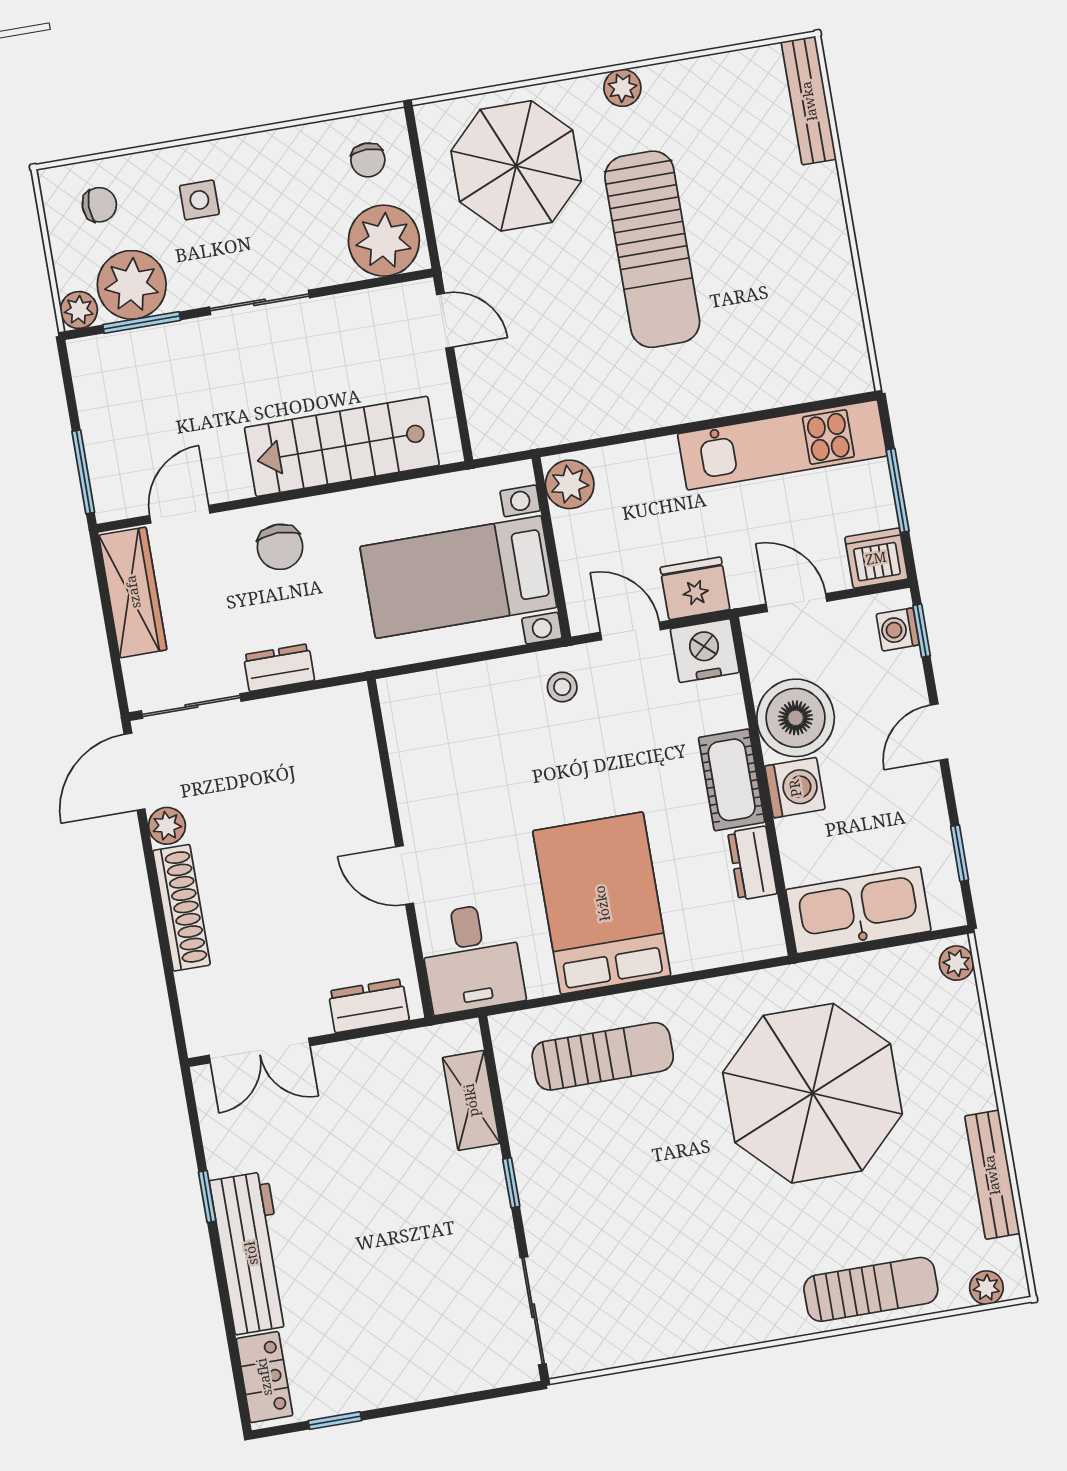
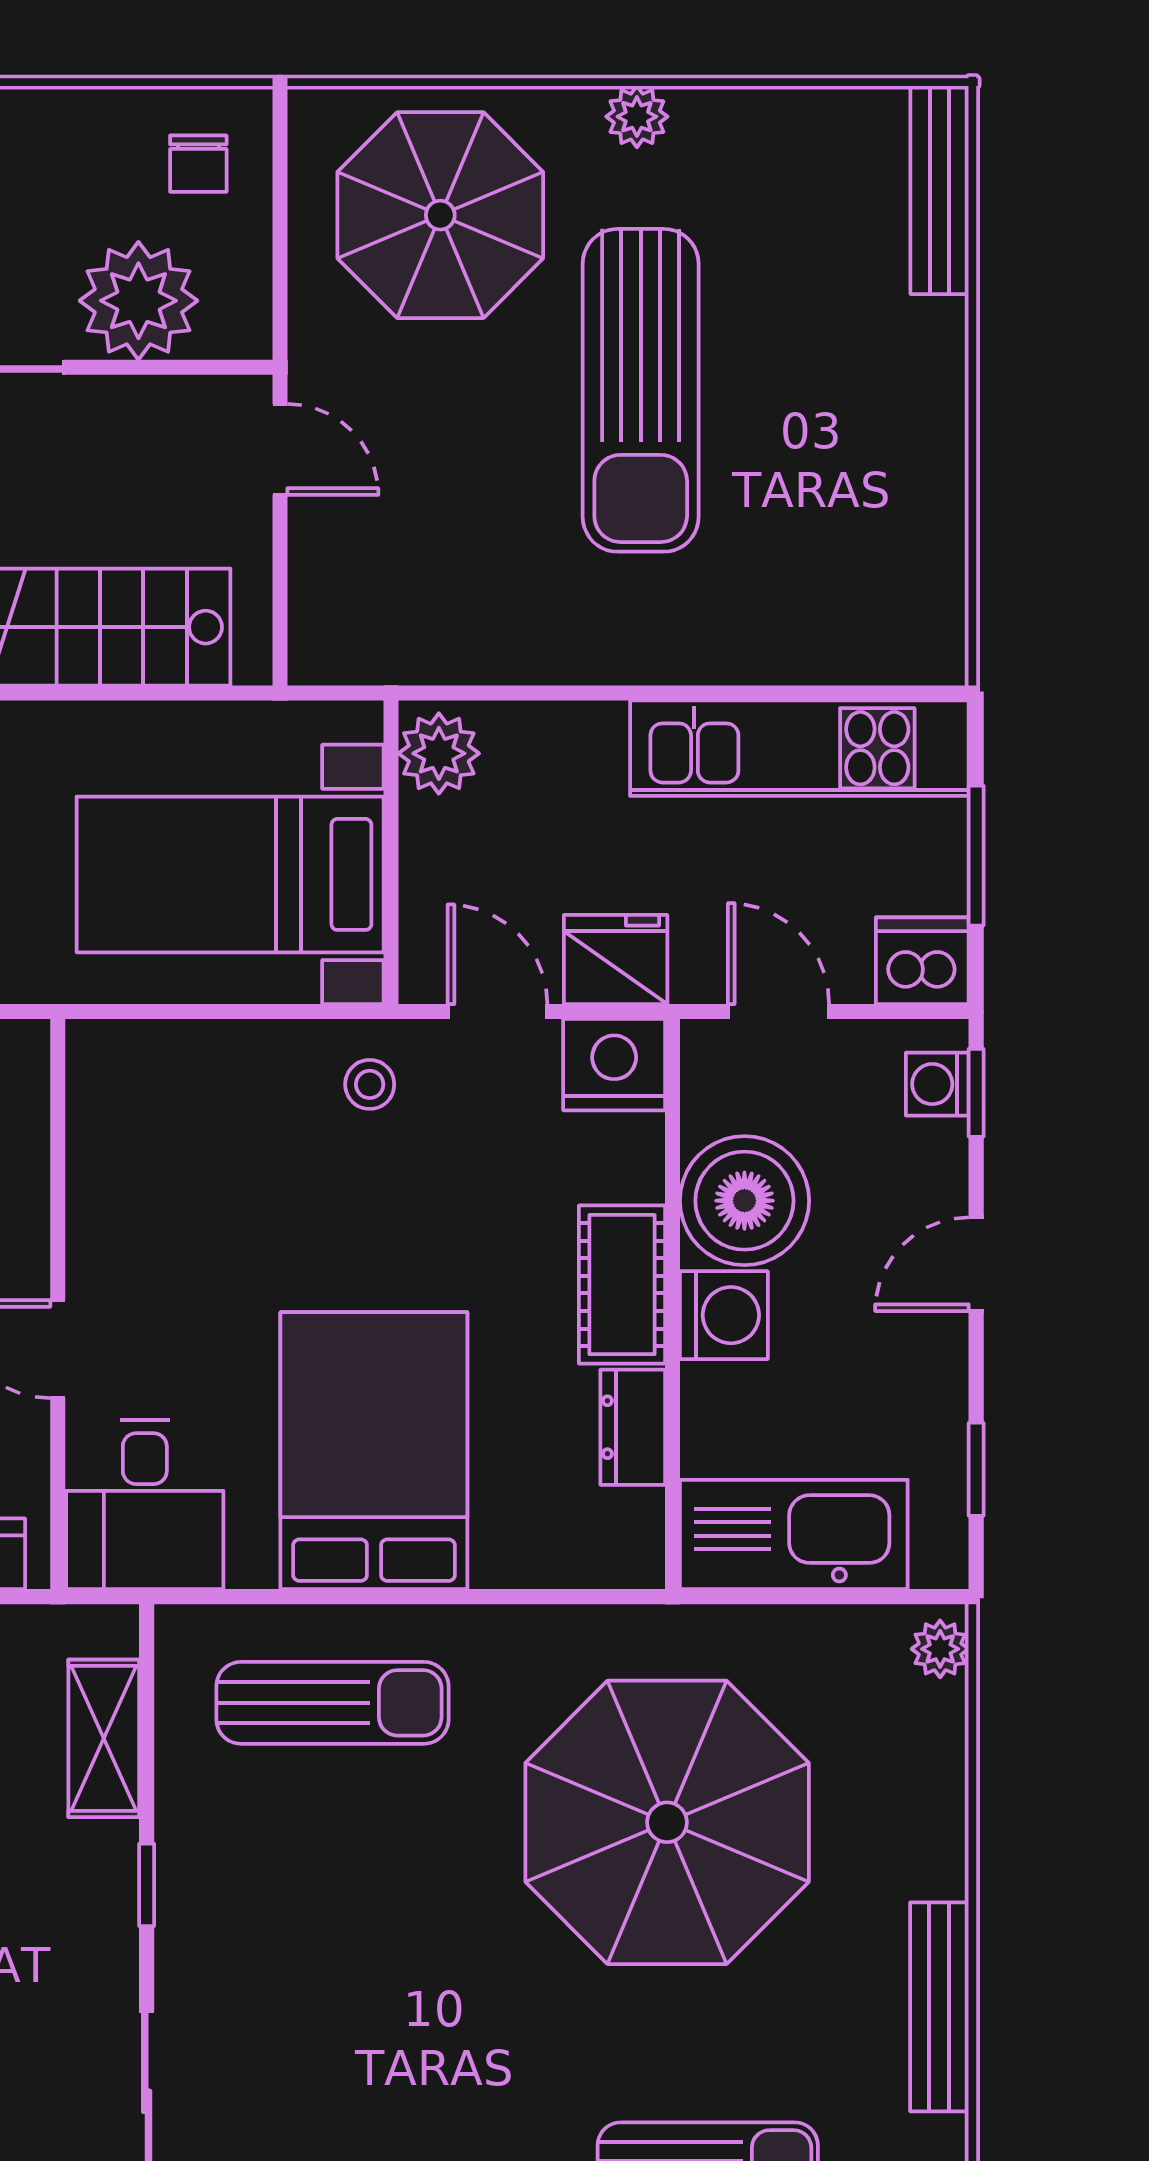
plant: (384, 241) -> (138, 301), moved

